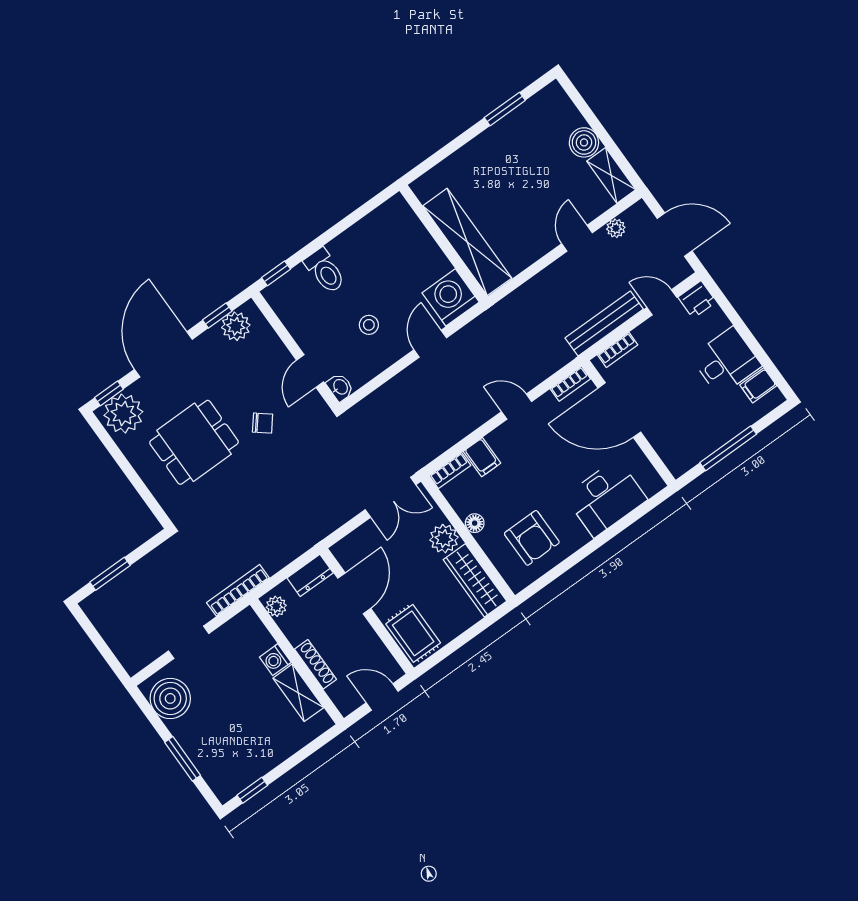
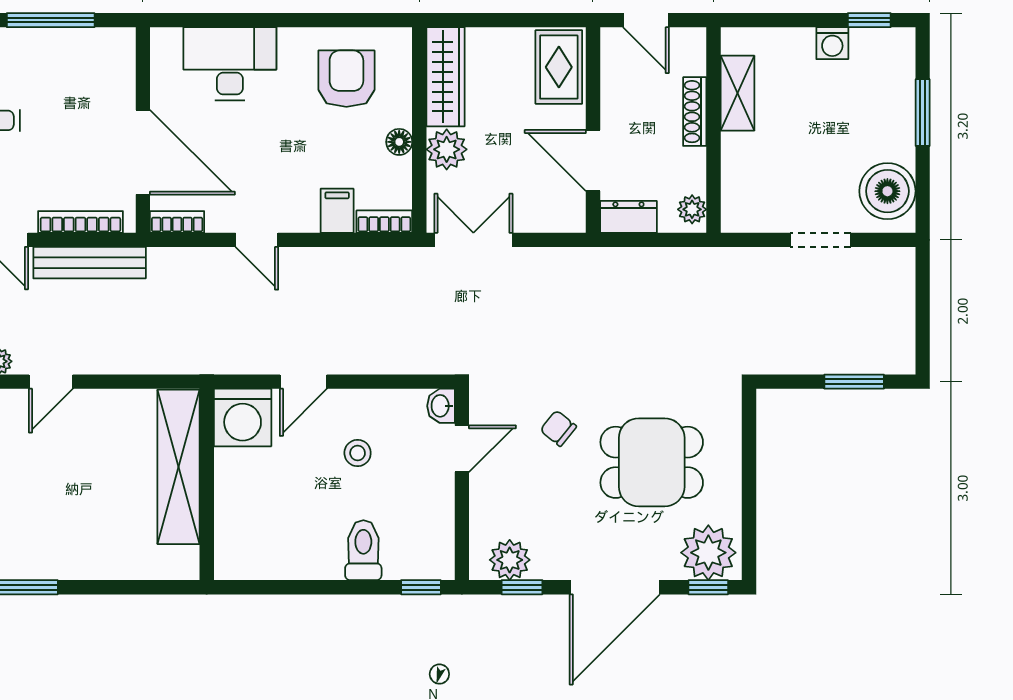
bookcase: (618, 350) -> (80, 222), width x1.56
bookcase: (238, 590) -> (722, 259), removed
door: (354, 593) -> (593, 161), hinge flipped
washing machine: (275, 660) -> (832, 43), moved, turned 90

